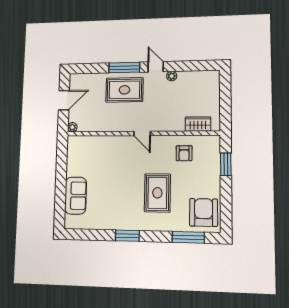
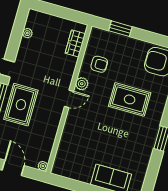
plant: (172, 76) -> (27, 33), moved
plant: (160, 142) -> (82, 84), added

